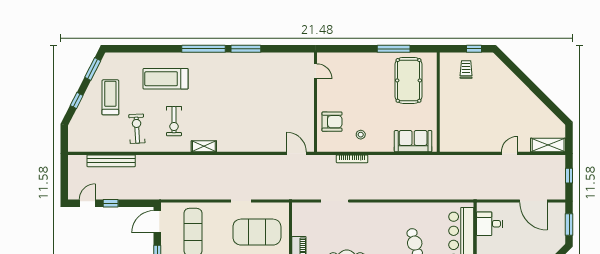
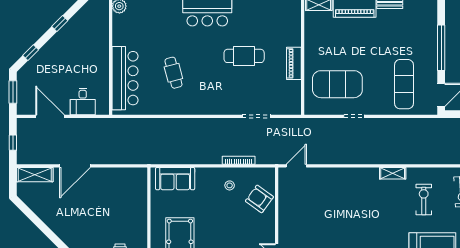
armchair: (332, 122) -> (259, 199), turned 36
door: (297, 153) -> (296, 166), swing flipped
door: (509, 153) -> (75, 166), width x1.88
desk: (489, 224) -> (83, 101), moved, turned 90

